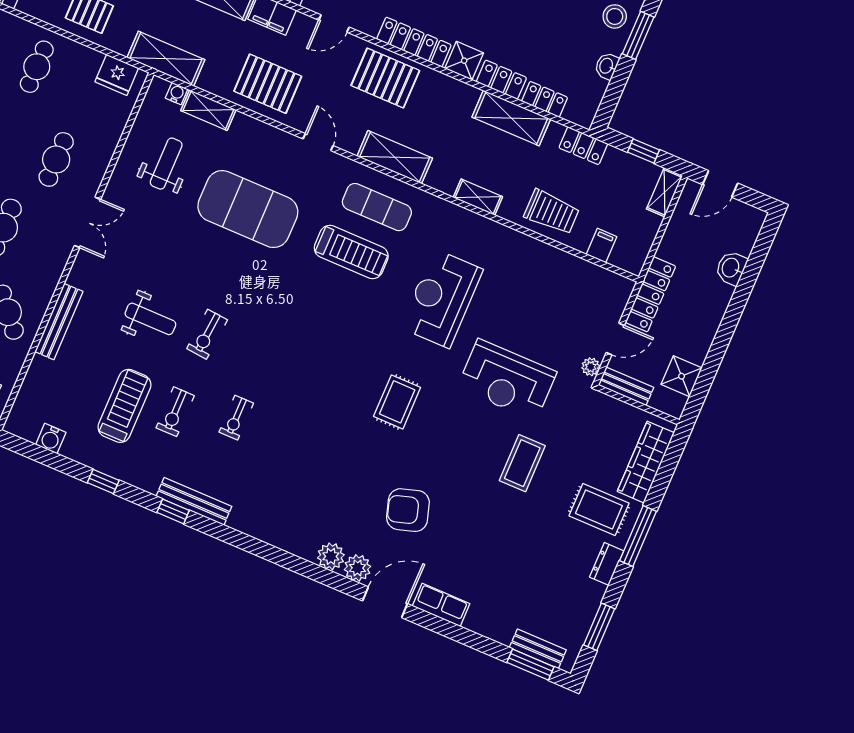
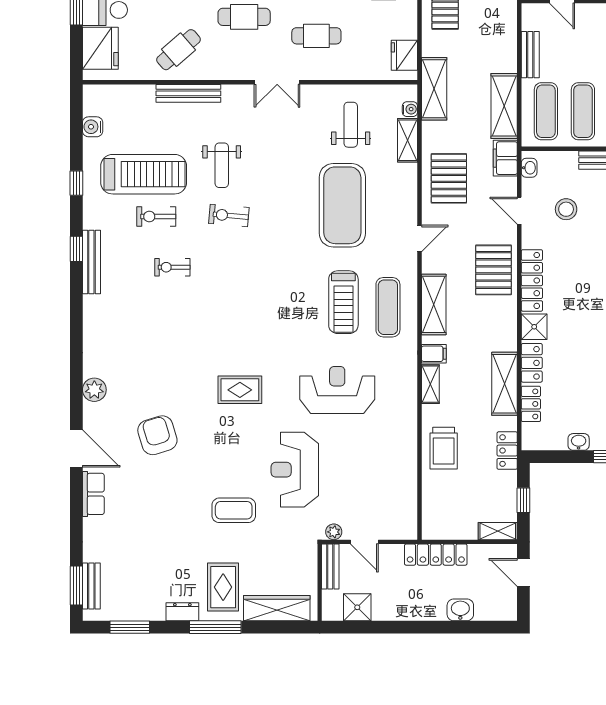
weight bench: (166, 164) -> (351, 125), turned -90
filing cabinet: (601, 246) -> (434, 354), moved
locker: (650, 294) -> (436, 555), moved
treadmill: (124, 406) -> (144, 174), width x1.37, depth x1.37
plant: (357, 568) -> (94, 415), removed

